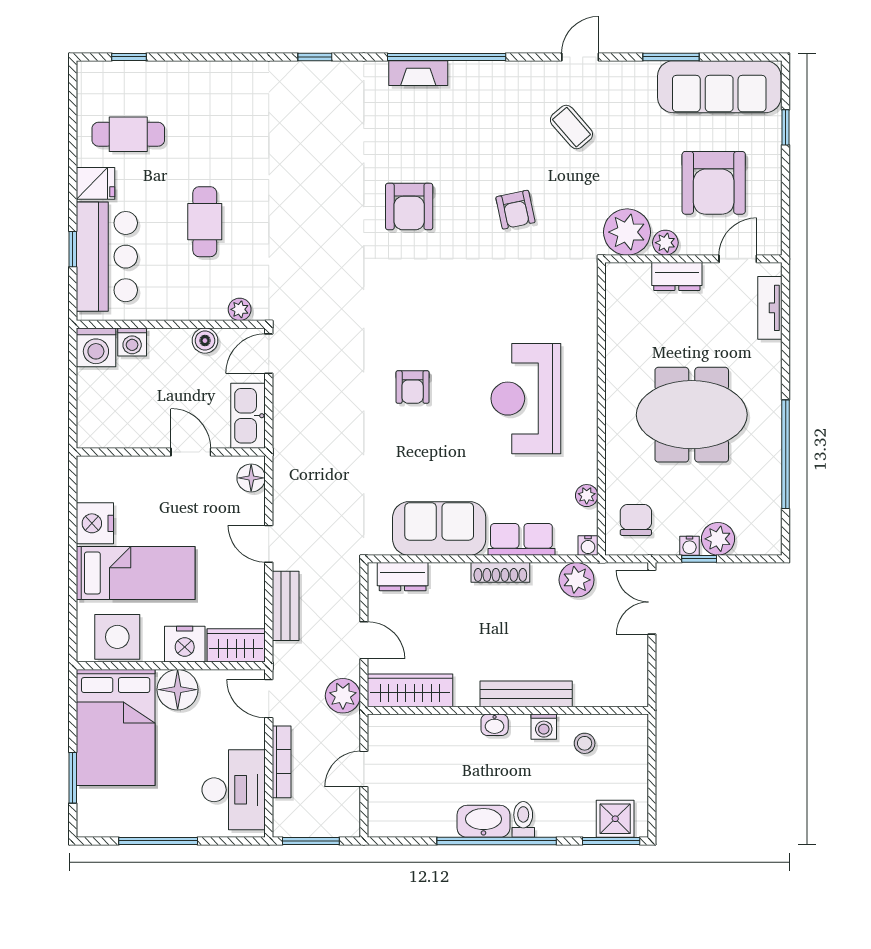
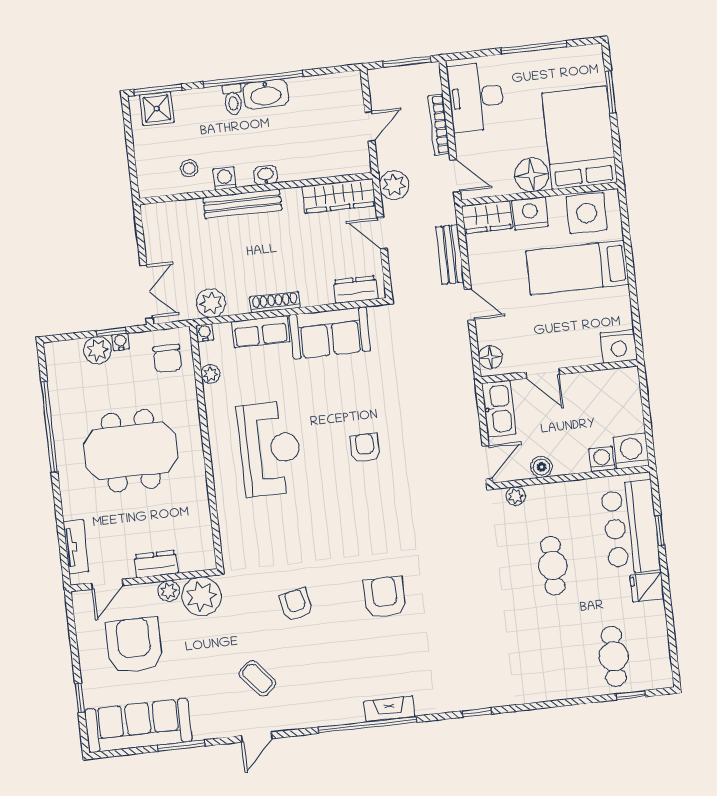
cafe table: (128, 134) -> (614, 656), moved, turned 90
nightstand: (95, 523) -> (619, 346), moved, turned 90

